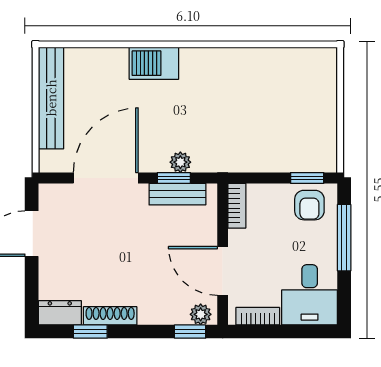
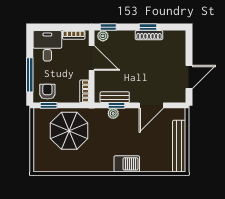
parasol: (267, 128) -> (69, 131), added
door: (106, 178) -> (151, 105), width x0.73
dresser: (60, 313) -> (175, 37), removed
window: (90, 332) -> (148, 27), moved

